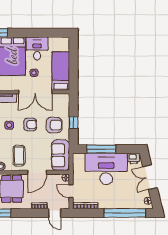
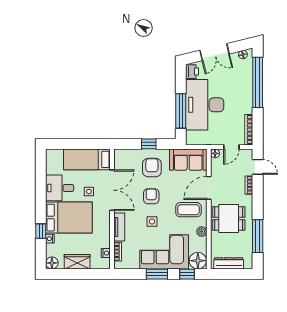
door: (37, 172) -> (209, 188), swing flipped
door: (55, 213) -> (258, 167), hinge flipped

